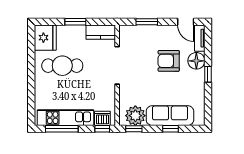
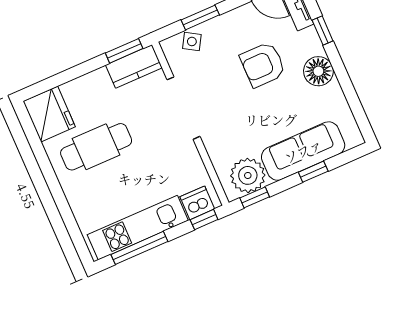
window: (75, 22) -> (124, 51), moved
side table: (137, 32) -> (192, 41), added
floor lamp: (196, 61) -> (318, 71), moved
window: (208, 74) -> (323, 30), moved

